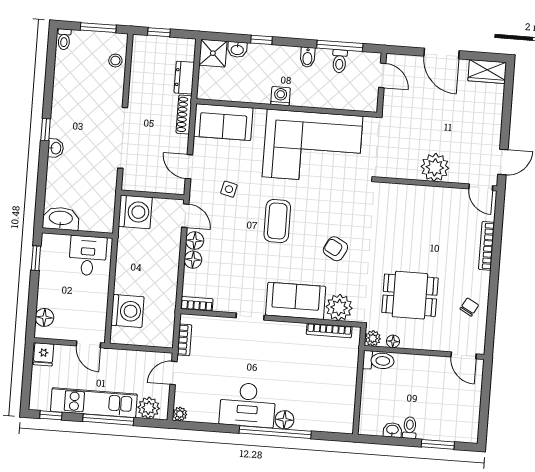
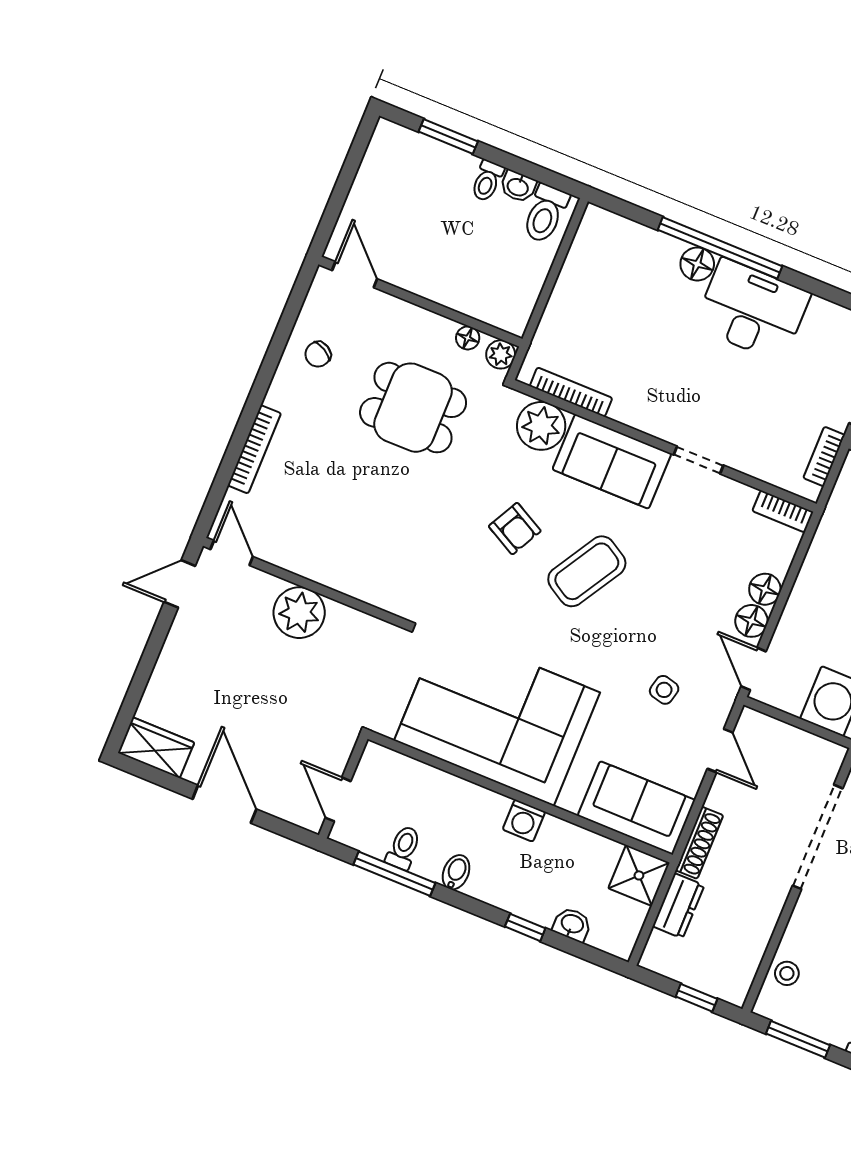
shower: (213, 53) -> (639, 875), moved
coffee table: (277, 221) -> (587, 571), moved, turned 31
toilet: (378, 361) -> (545, 214), moved, turned -90

